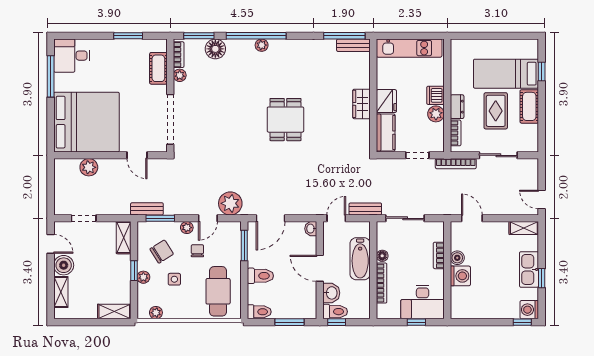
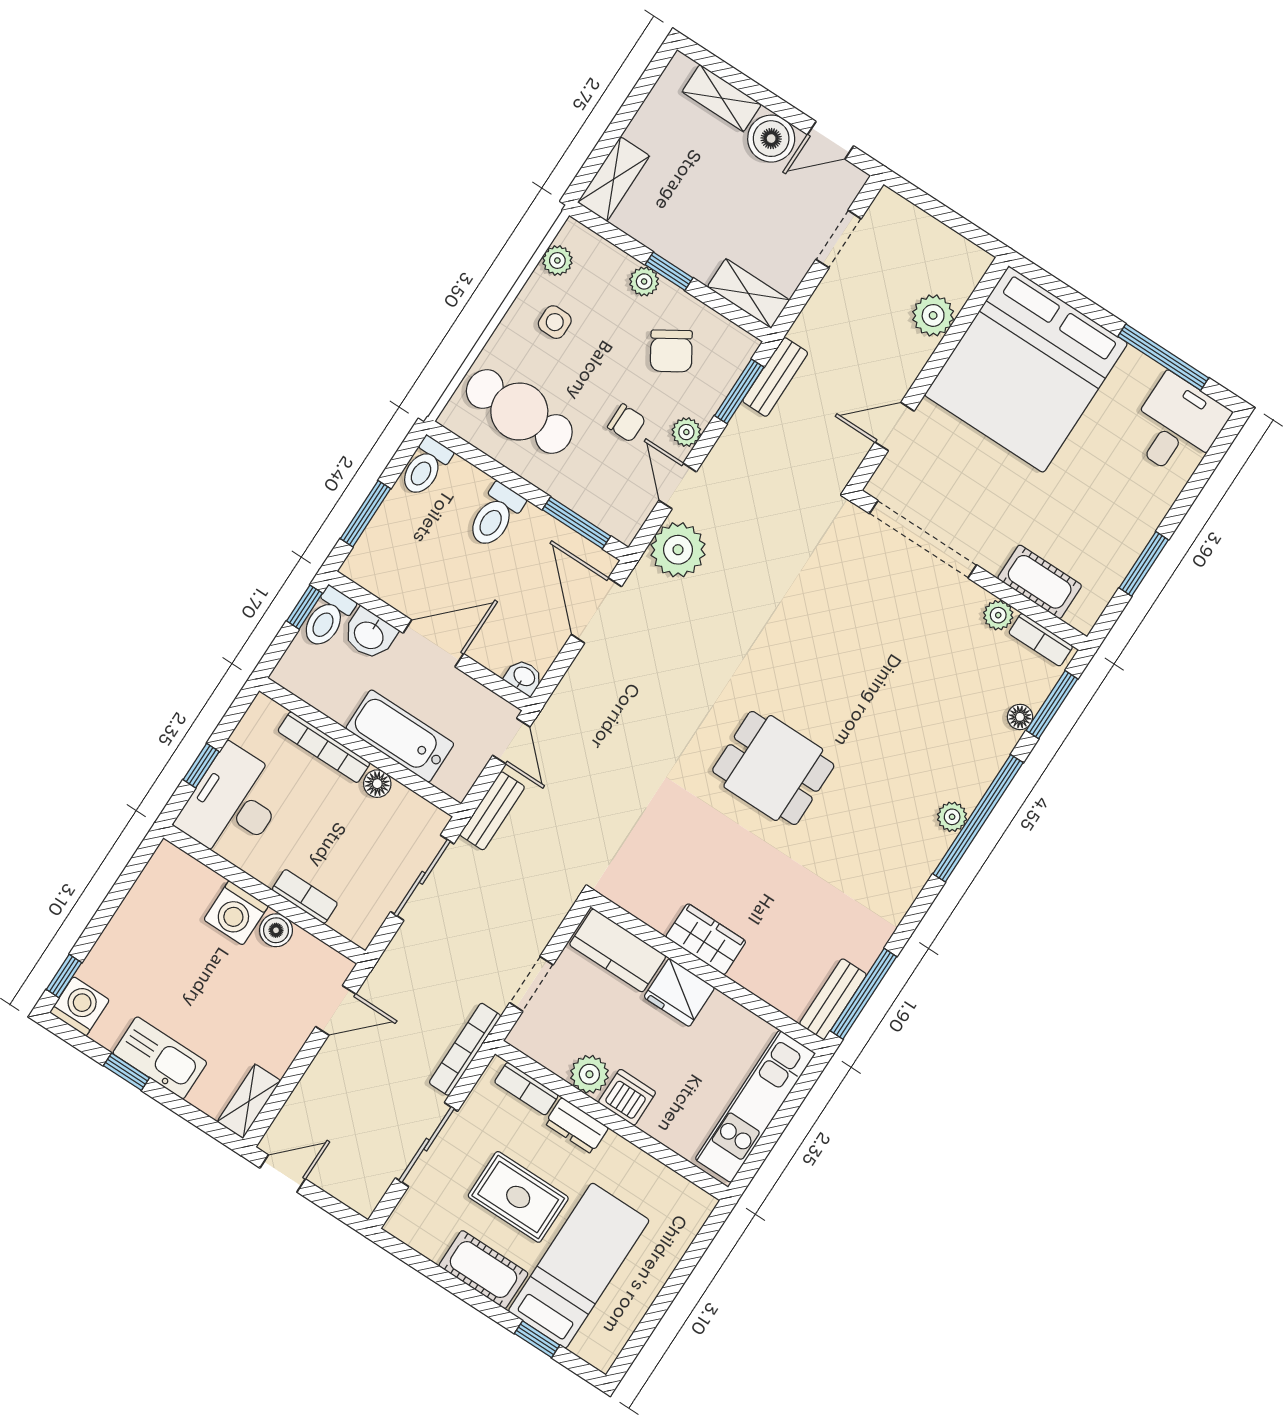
floor lamp: (215, 49) -> (1020, 717), width x0.53, depth x0.53
side table: (174, 279) -> (555, 322), moved

